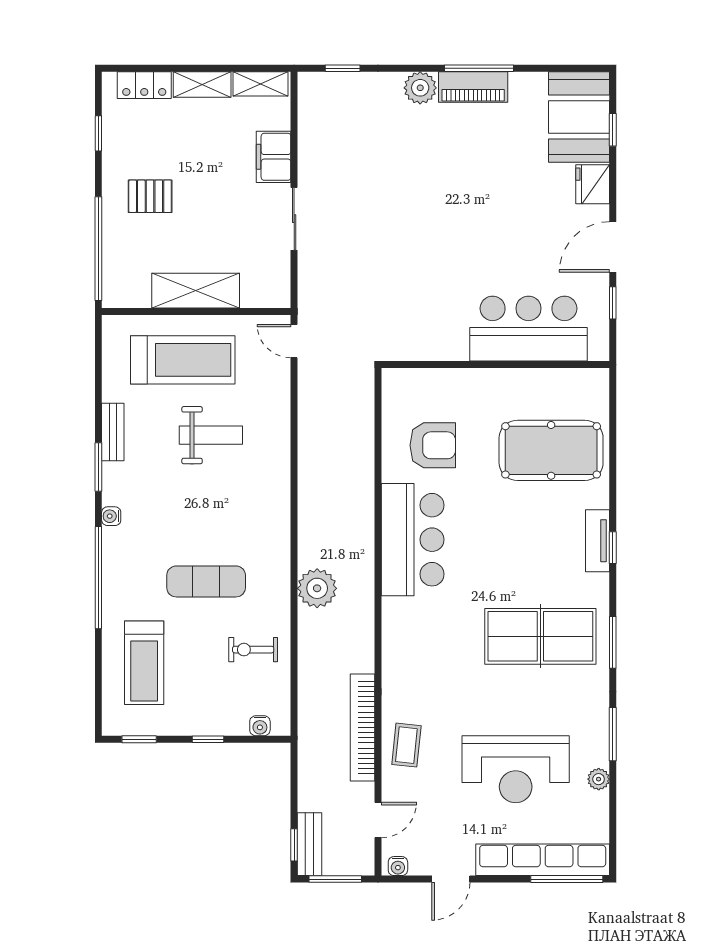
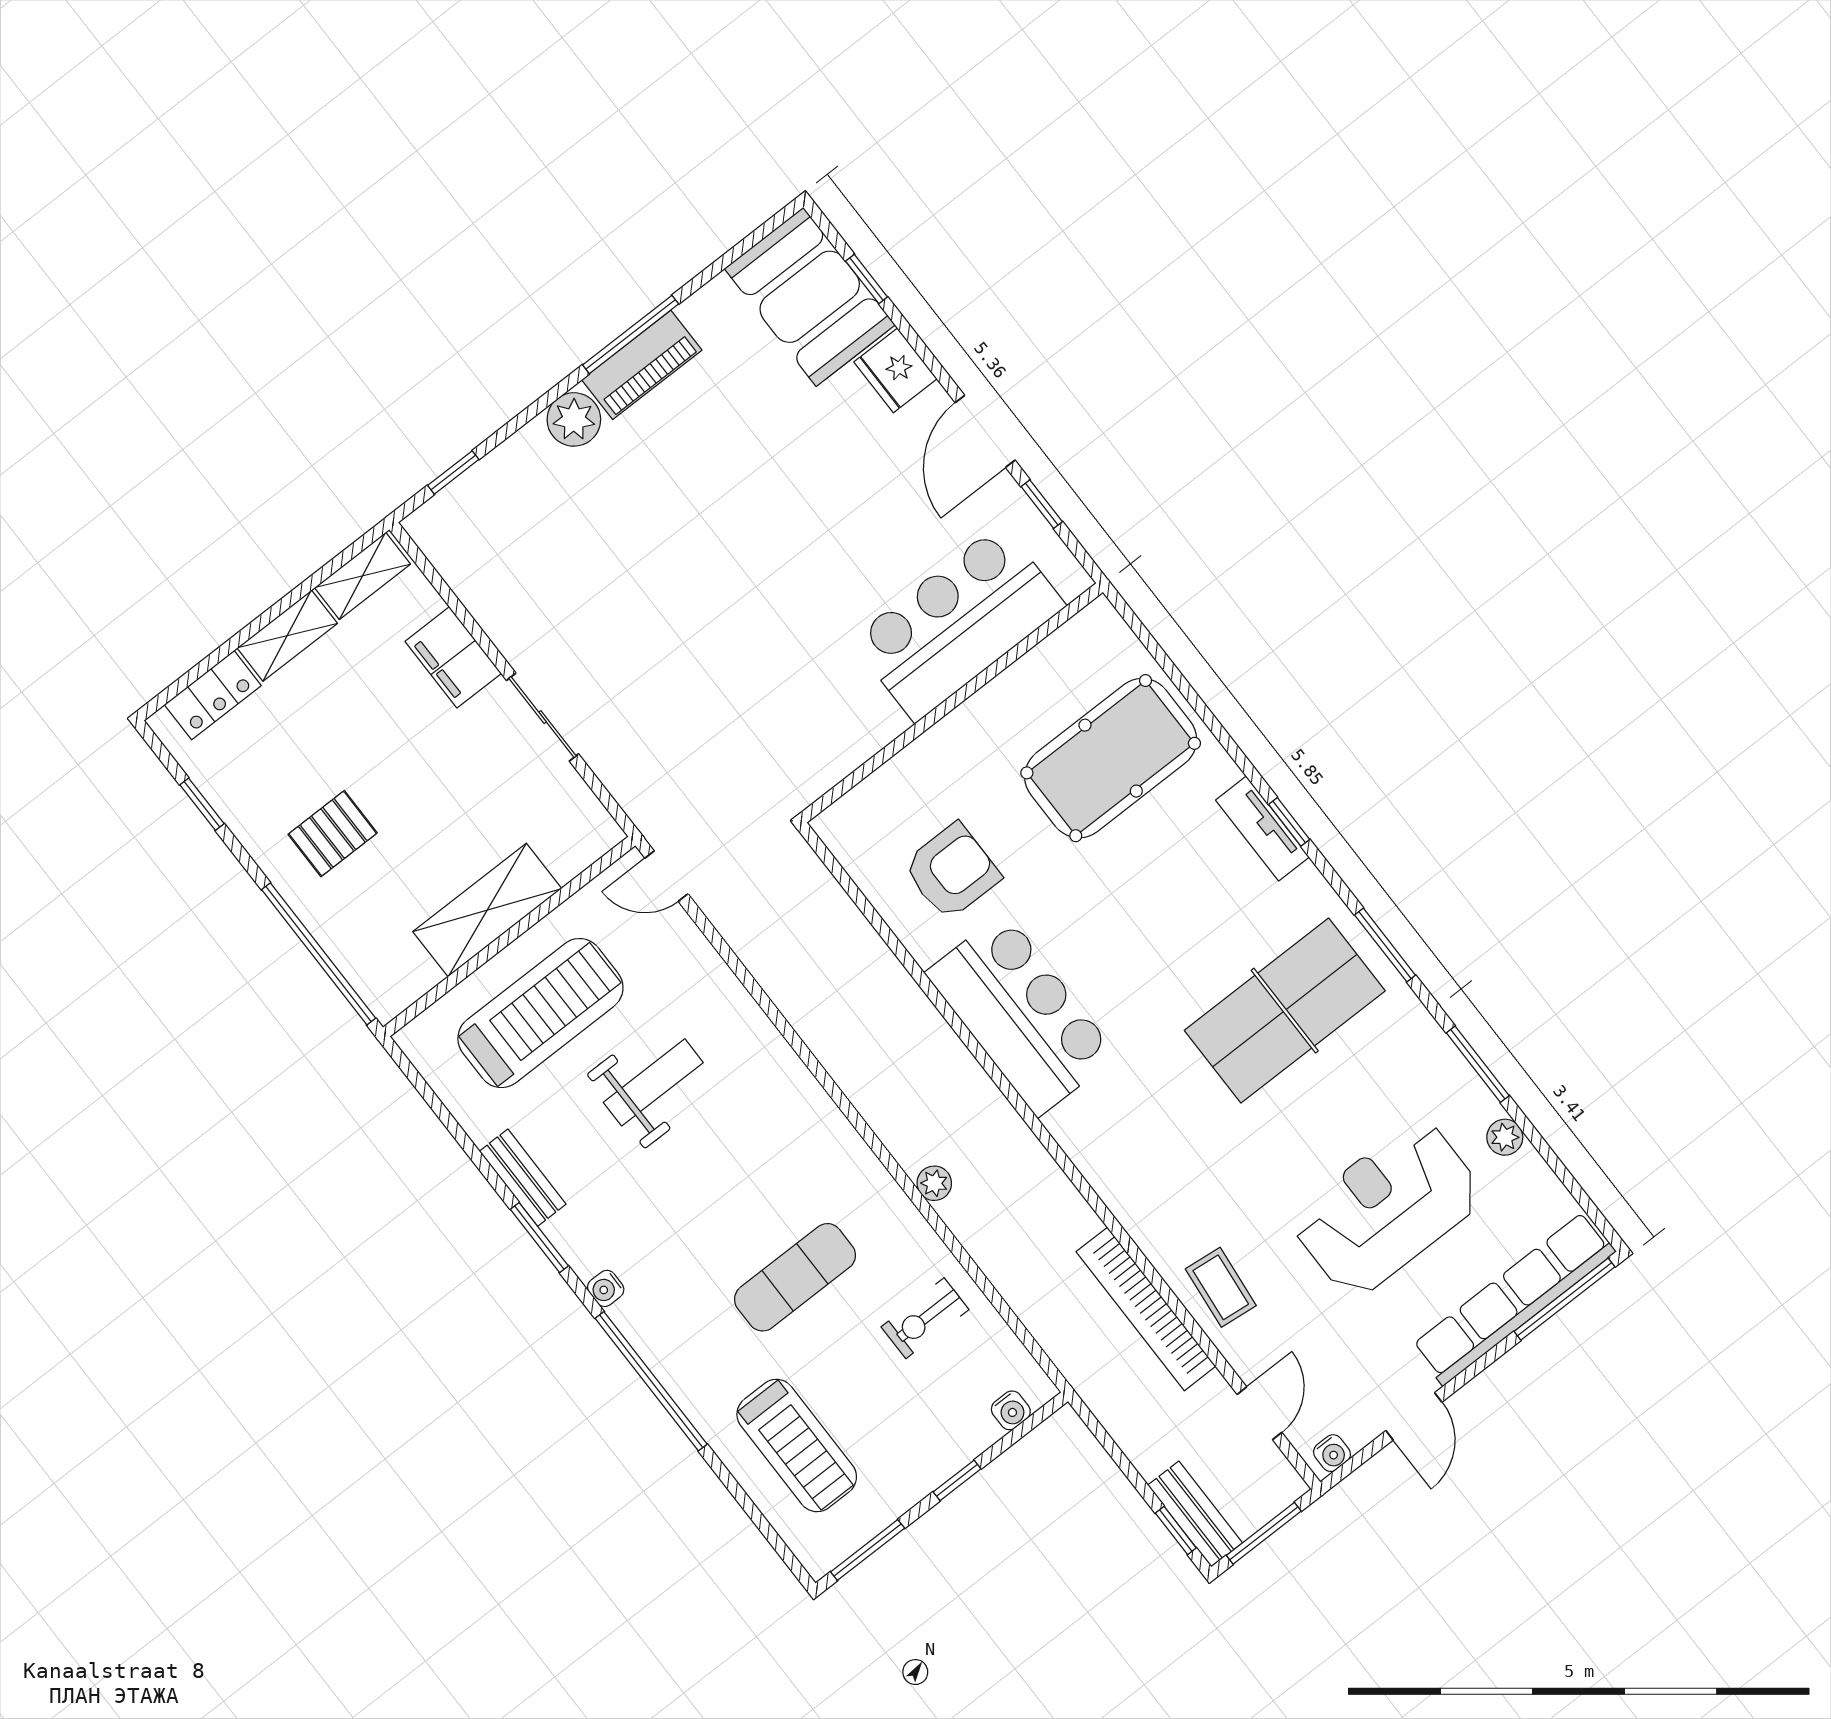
plant: (317, 588) -> (934, 1183), width x0.53, depth x0.53
window: (139, 739) -> (868, 1550), width x1.50
reception desk: (516, 769) -> (1387, 1208), turned 180

